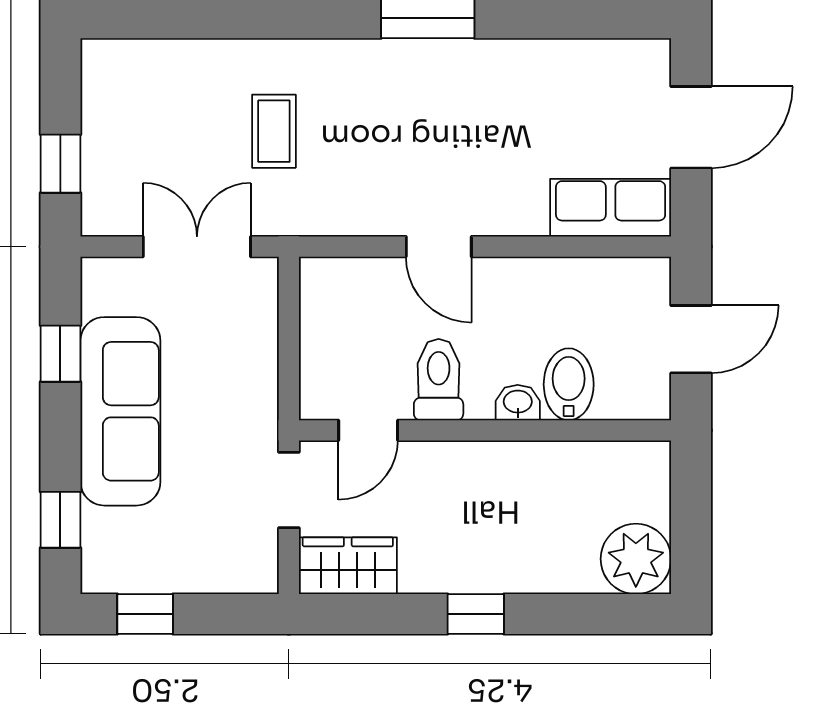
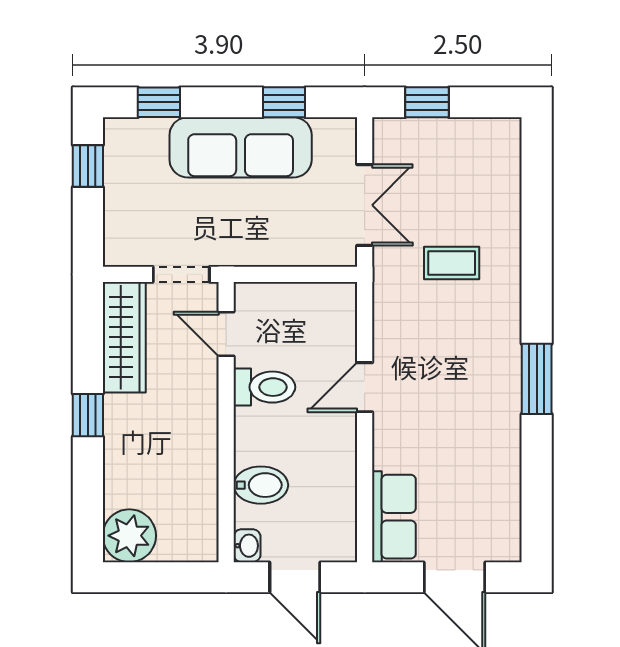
washbasin: (518, 403) -> (247, 546), moved
wardrobe: (348, 566) -> (124, 337), width x1.50

